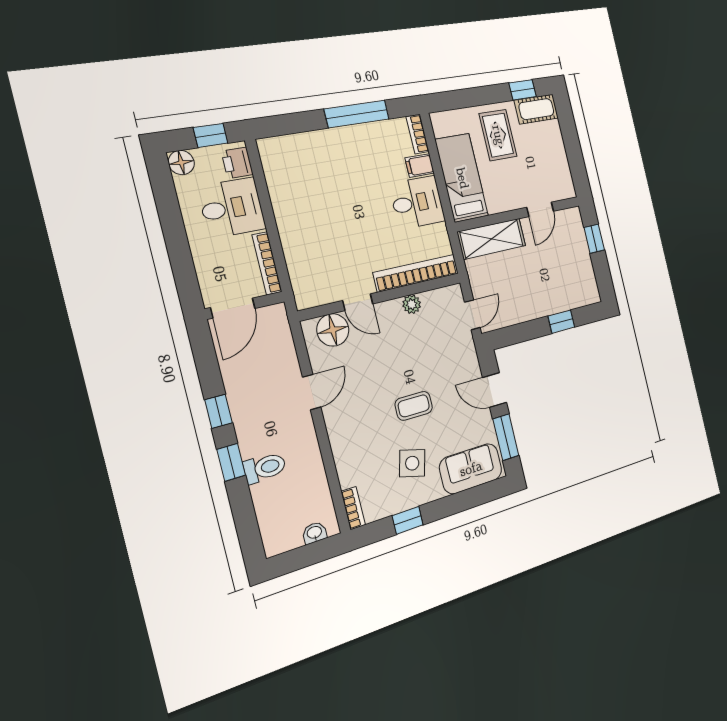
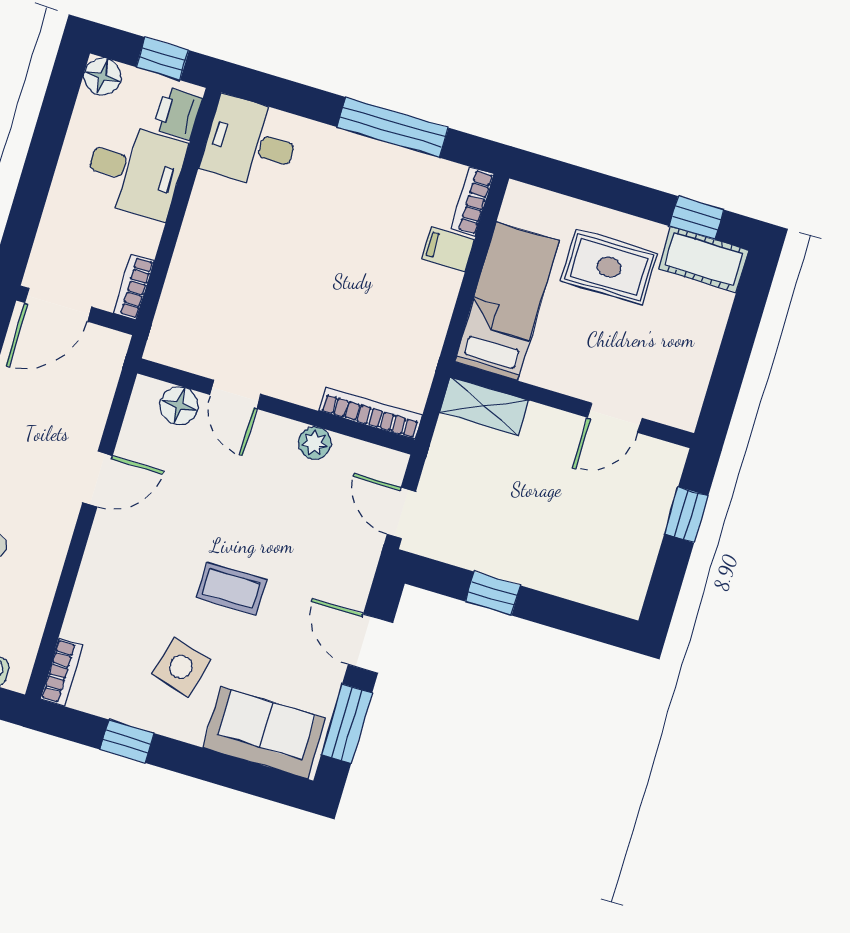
rug: (498, 135) -> (609, 267), turned 90
desk: (417, 202) -> (251, 143), moved, turned 180
shelving: (492, 239) -> (484, 406), width x0.67, depth x0.75
bookcase: (267, 263) -> (134, 287), width x0.64
bookcase: (416, 273) -> (371, 413), width x0.68, depth x0.76
door: (472, 315) -> (401, 513), swing flipped
window: (561, 322) -> (493, 593), moved
floor lamp: (333, 330) -> (179, 405), width x0.73, depth x0.73

